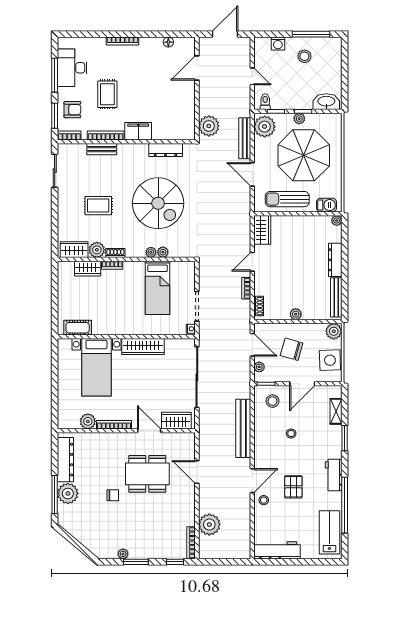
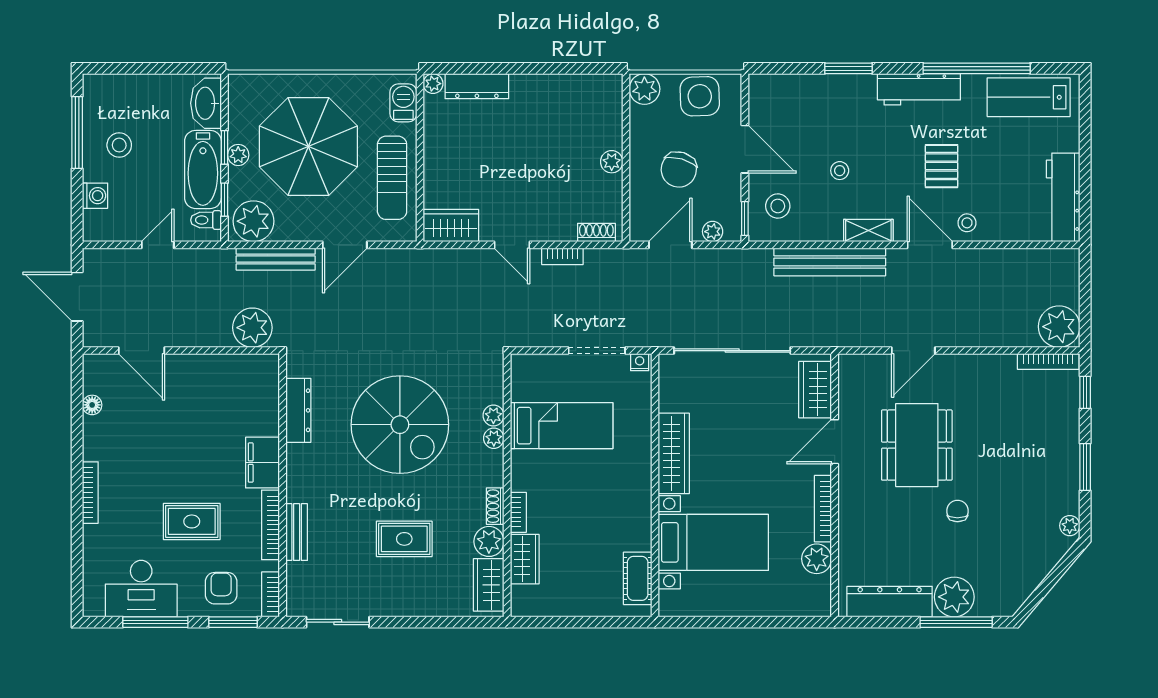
bathtub: (292, 100) -> (203, 169), added
spiral stairs: (158, 203) -> (400, 425), turned 90
rug: (98, 206) -> (404, 539), turned 90
dresser: (335, 260) -> (477, 86), moved
bench: (336, 297) -> (580, 84), removed
shelving: (336, 411) -> (868, 231), moved
workbench: (334, 475) -> (919, 89), width x1.38
pallet: (293, 487) -> (942, 166), turned 90
plant: (209, 525) -> (1059, 327), moved
plant: (123, 554) -> (1070, 526), moved

